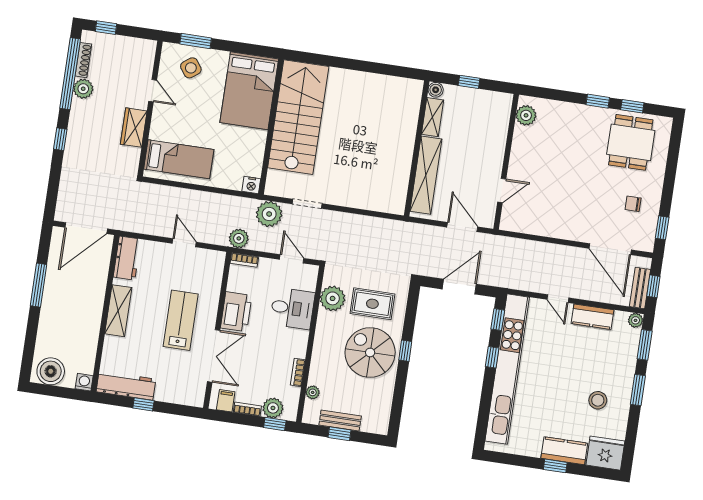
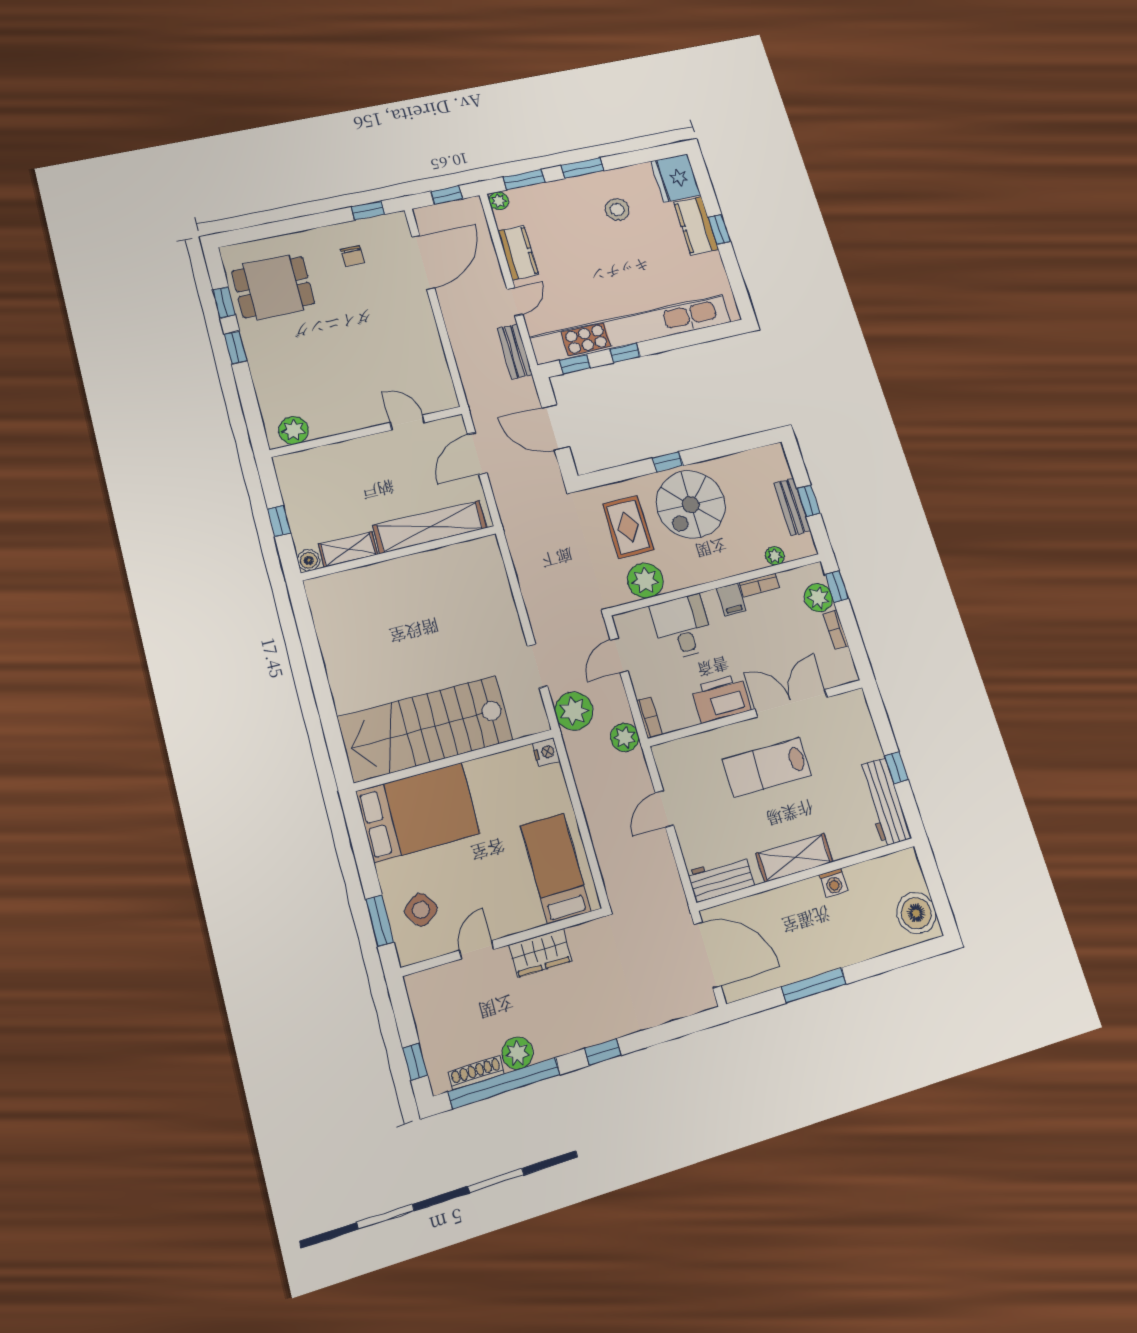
bench: (640, 288) -> (515, 352), moved, turned 90
washing machine: (84, 382) -> (833, 883), moved, turned -90
filing cabinet: (226, 401) -> (731, 600), moved, turned -90

